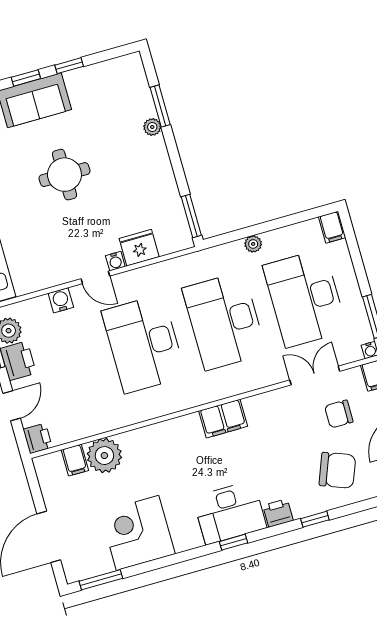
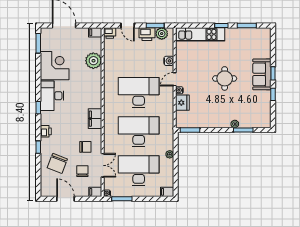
chair: (287, 422) -> (85, 147), added
filing cabinet: (75, 460) -> (95, 32), moved
desk: (230, 513) -> (52, 96), moved

